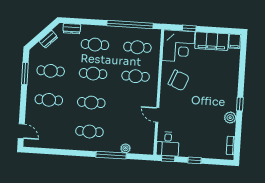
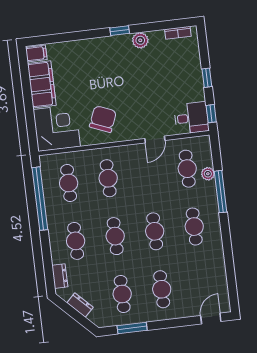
window: (189, 28) -> (30, 118), removed
cafe table: (132, 134) -> (187, 169), added

